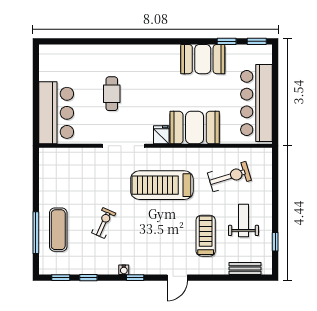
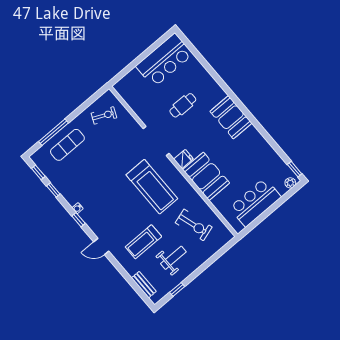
window: (227, 41) -> (278, 150), removed
plant: (266, 56) -> (290, 183), added
booth: (203, 59) -> (231, 117), moved
bar counter: (256, 103) -> (255, 202), width x0.73
bar counter: (56, 113) -> (164, 60), moved
treadmill: (162, 185) -> (152, 187), turned 180
exercise bike: (104, 223) -> (104, 115), moved
treadmill: (206, 236) -> (143, 242), turned 180

